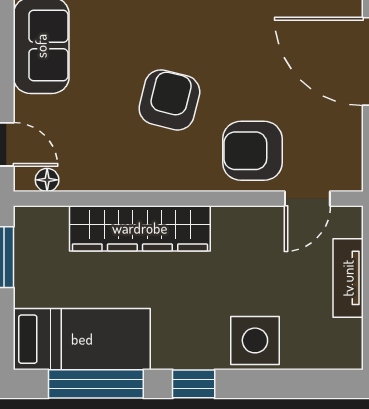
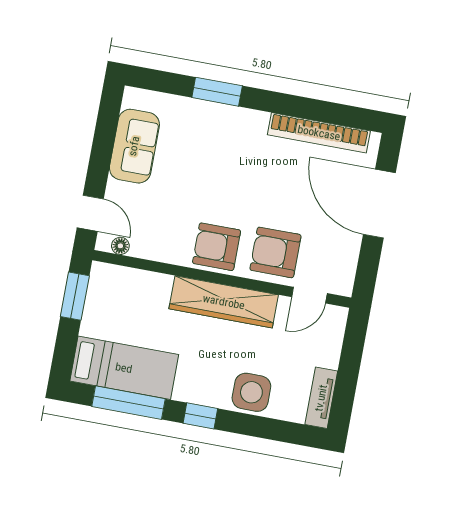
armchair: (169, 100) -> (217, 247), moved, turned -104
wardrobe: (140, 228) -> (224, 302), moved
tv unit: (348, 278) -> (321, 398), moved

